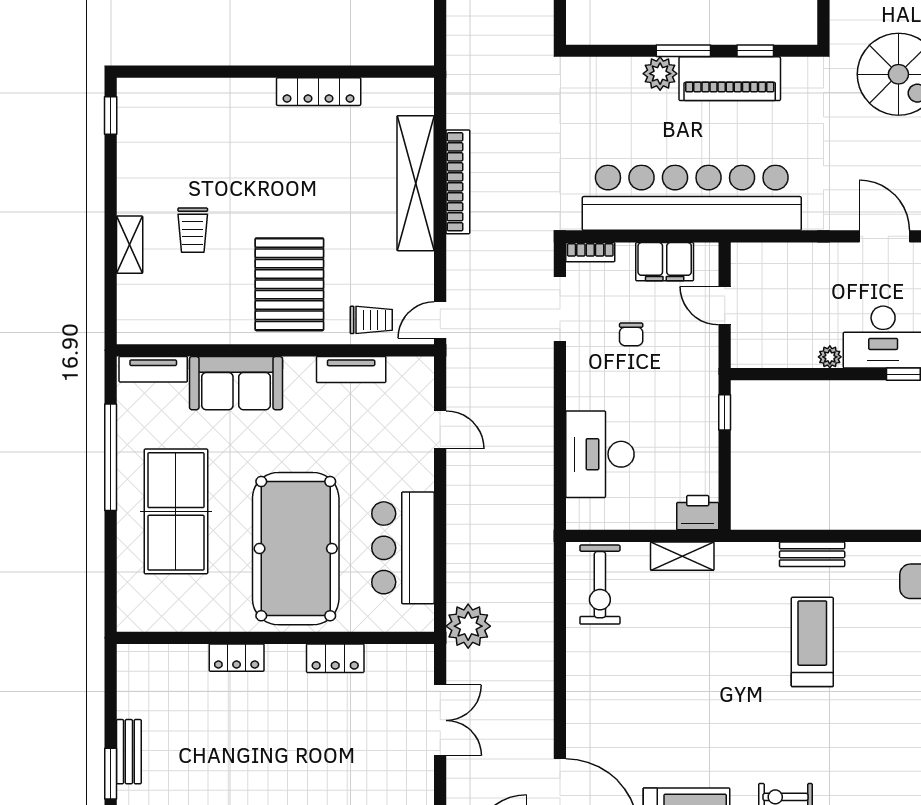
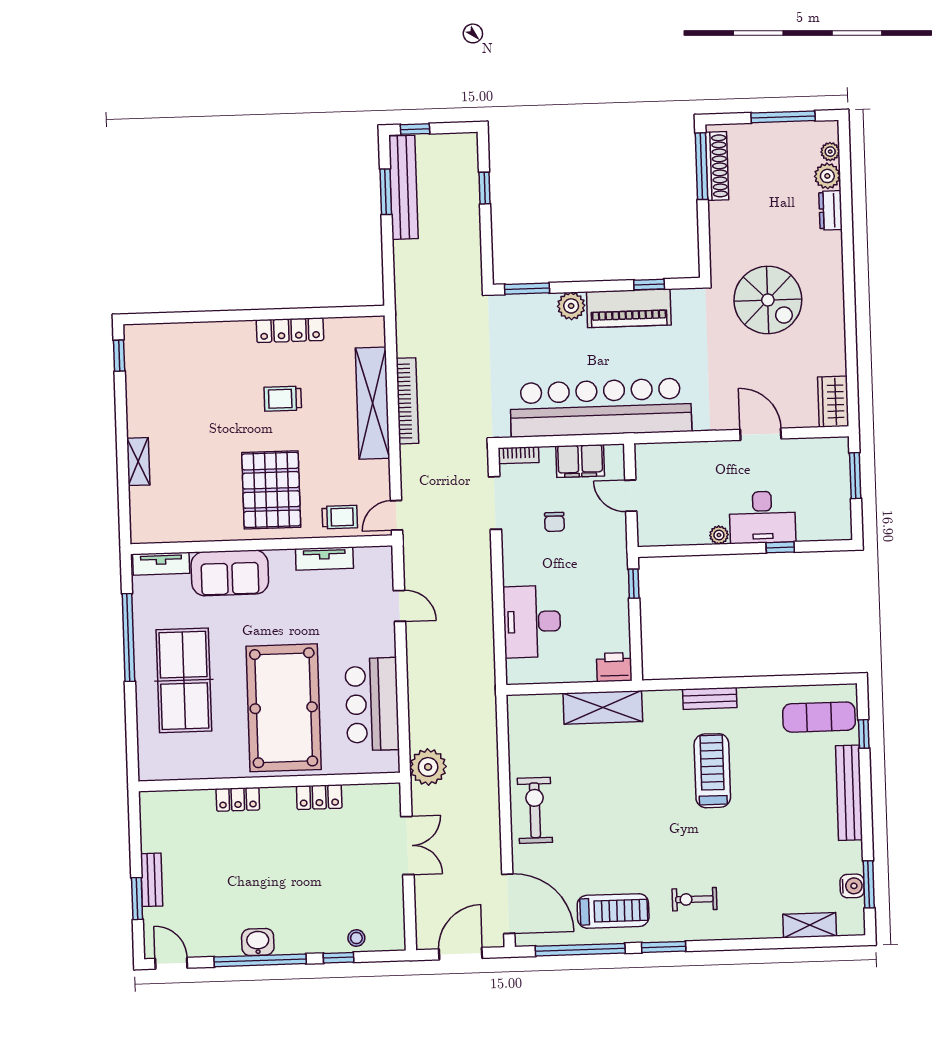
window: (683, 51) -> (527, 289), moved
trolley: (193, 230) -> (283, 399), moved, turned 90
shelving: (682, 556) -> (603, 707), width x1.50, depth x1.33
exercise bike: (600, 585) -> (535, 810), moved, turned 180

